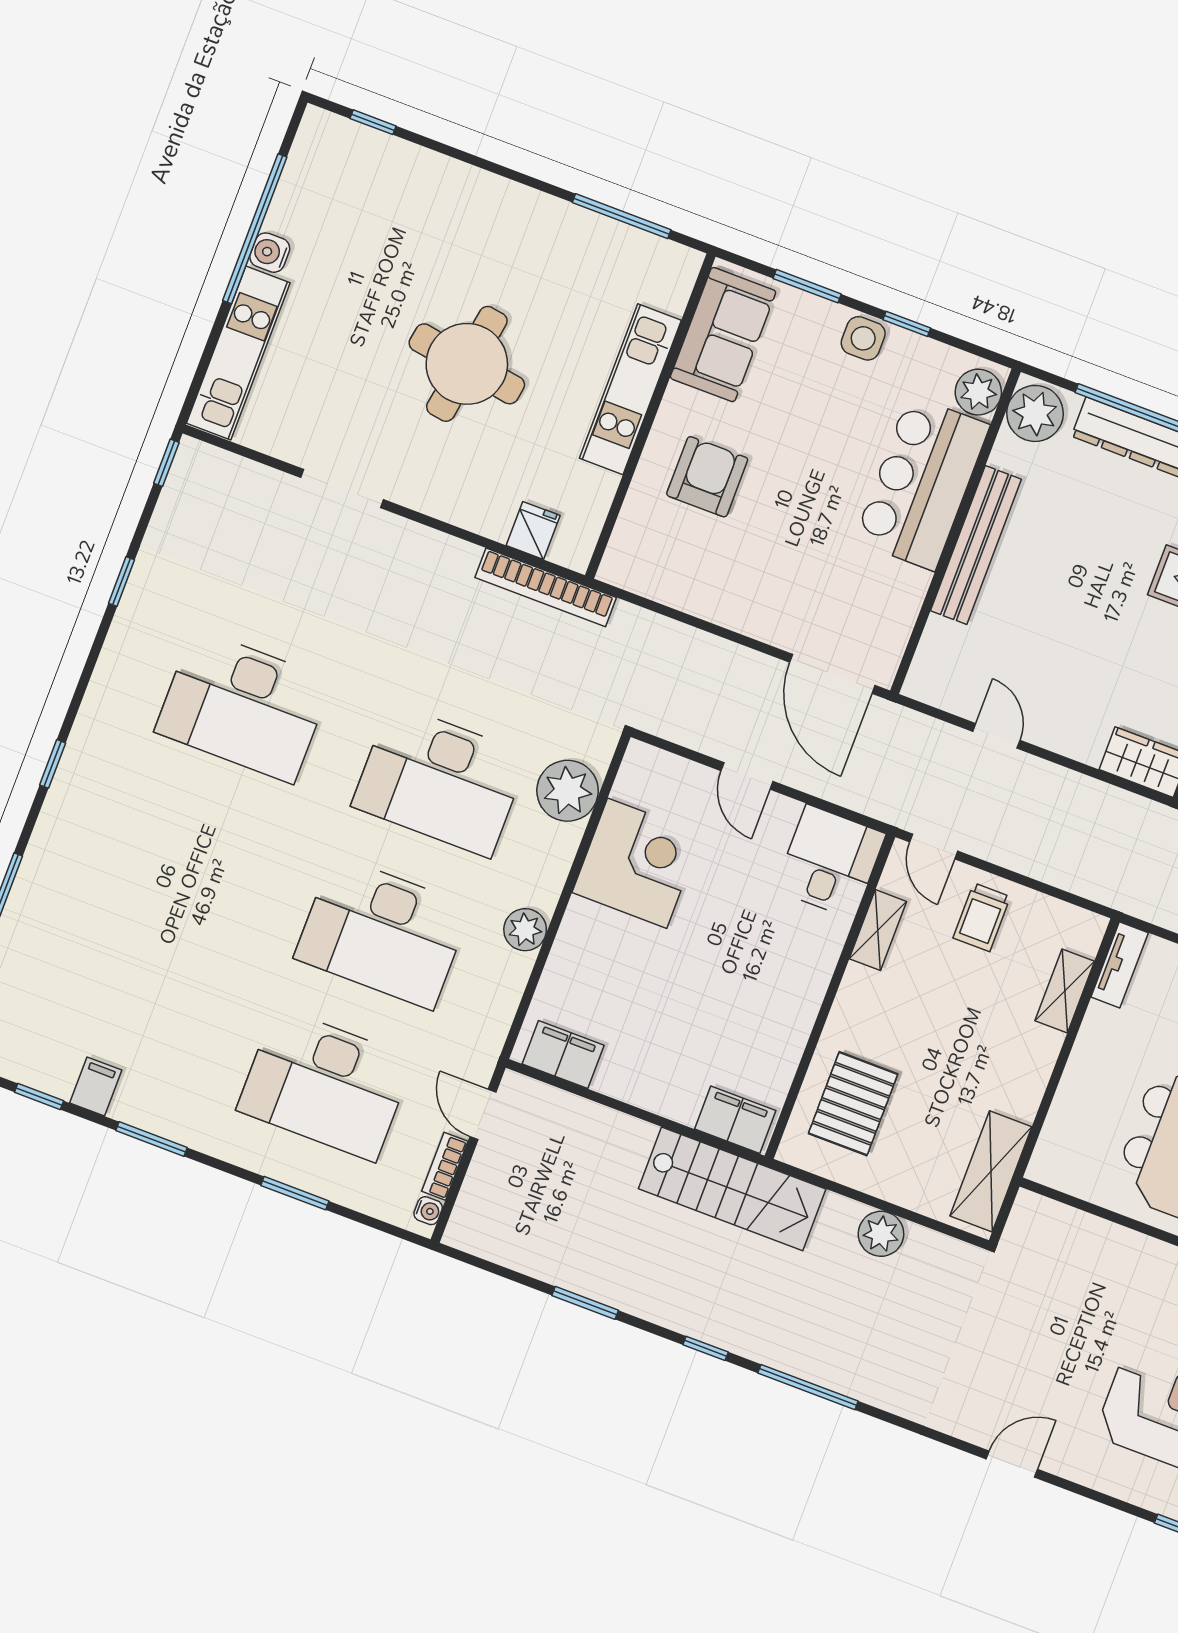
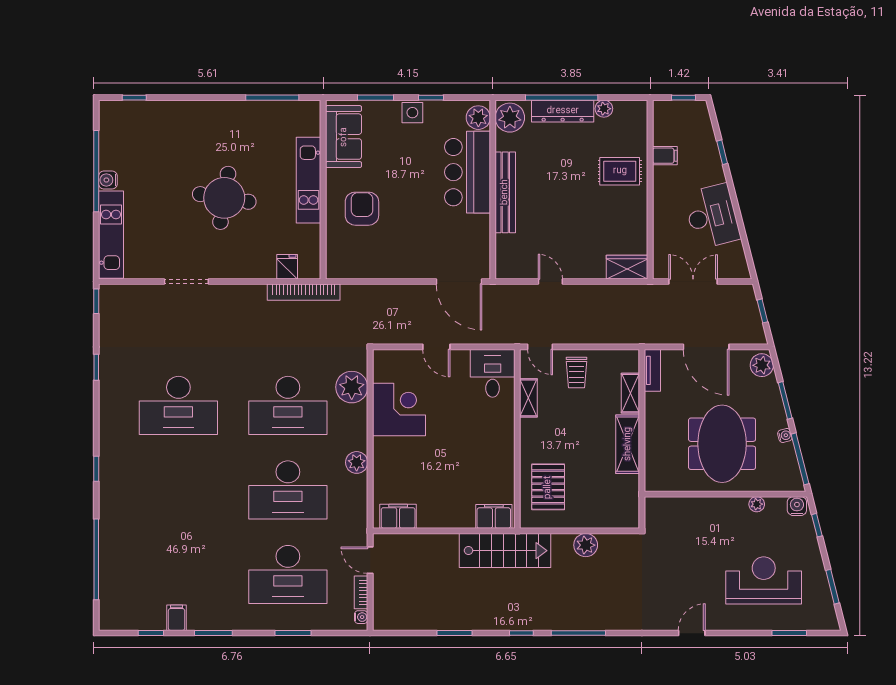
shelving: (991, 1171) -> (628, 444), moved

